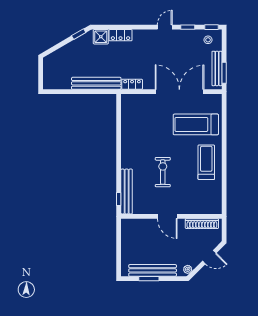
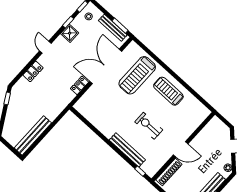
door: (165, 27) -> (45, 47), moved
shower: (101, 37) -> (70, 33), moved
bench: (96, 83) -> (33, 135), moved
locker: (132, 84) -> (80, 85), moved
bench: (127, 191) -> (127, 150), moved
shoe rack: (202, 224) -> (169, 172), moved

